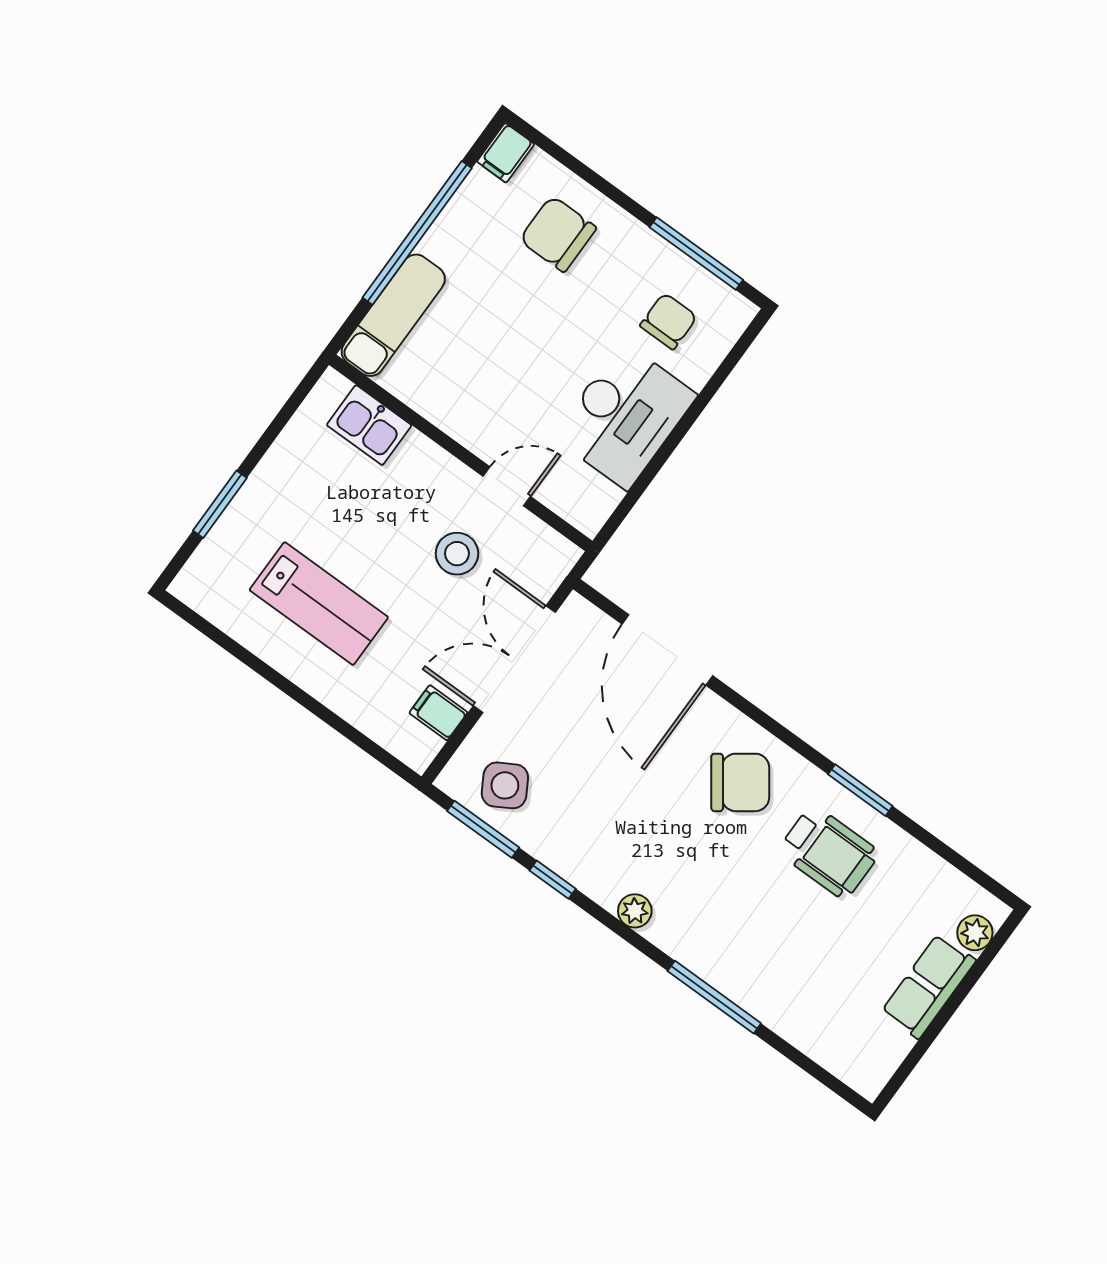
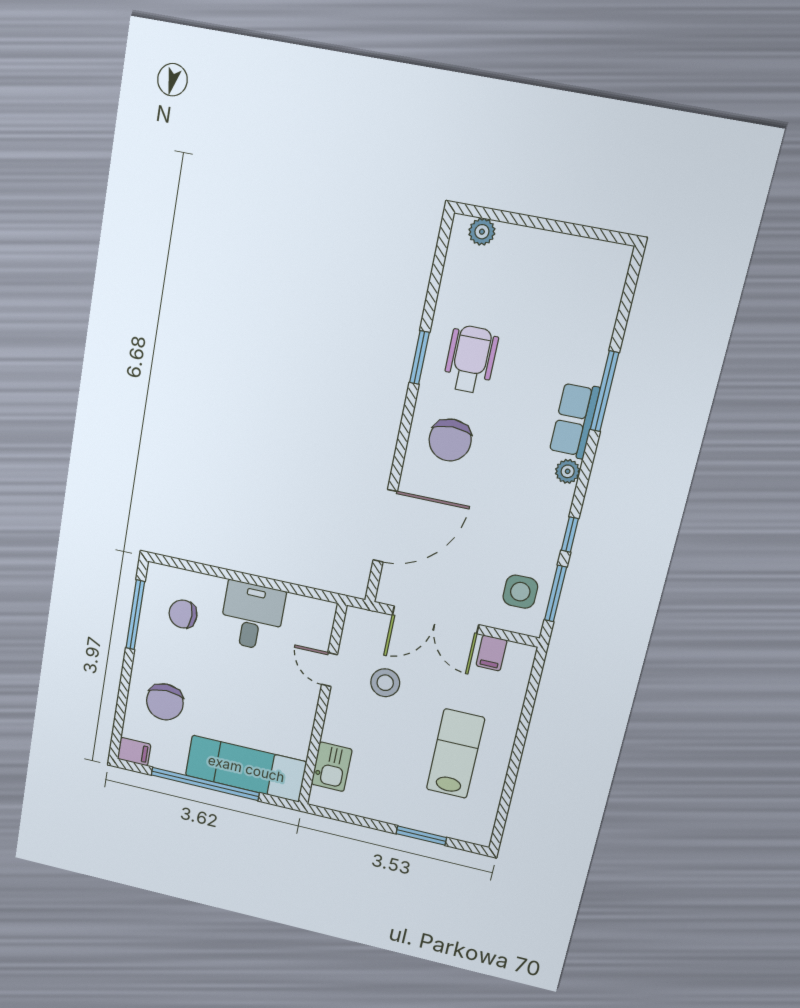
exam couch: (393, 315) -> (246, 769), width x1.36, depth x1.45
desk: (625, 416) -> (252, 616), width x0.73
chair: (740, 782) -> (450, 440), turned -144
side table: (505, 785) -> (520, 592), turned 30
row of seats: (929, 986) -> (574, 420), moved, turned 90

